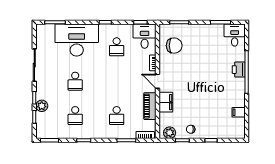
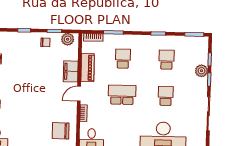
school desk: (117, 47) -> (122, 95), moved, width x1.85
door: (158, 81) -> (79, 94), swing flipped

